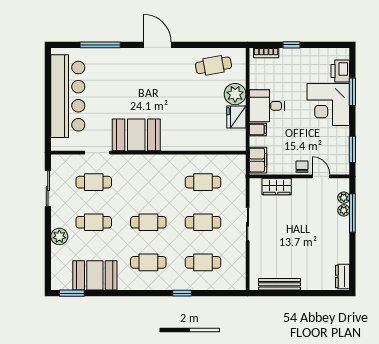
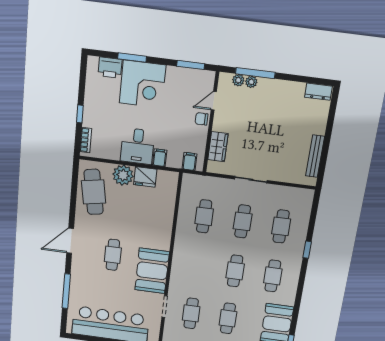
cafe table: (214, 65) -> (94, 192), width x1.37, depth x1.35
cafe table: (148, 91) -> (113, 255), added
filing cabinet: (258, 160) -> (190, 161), width x0.50

